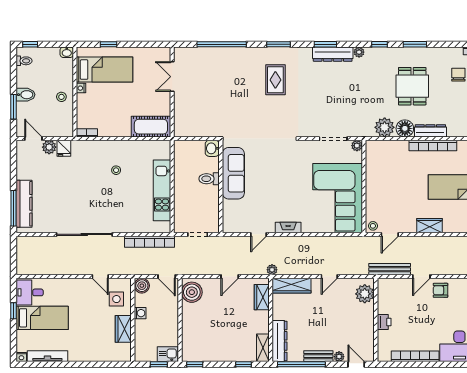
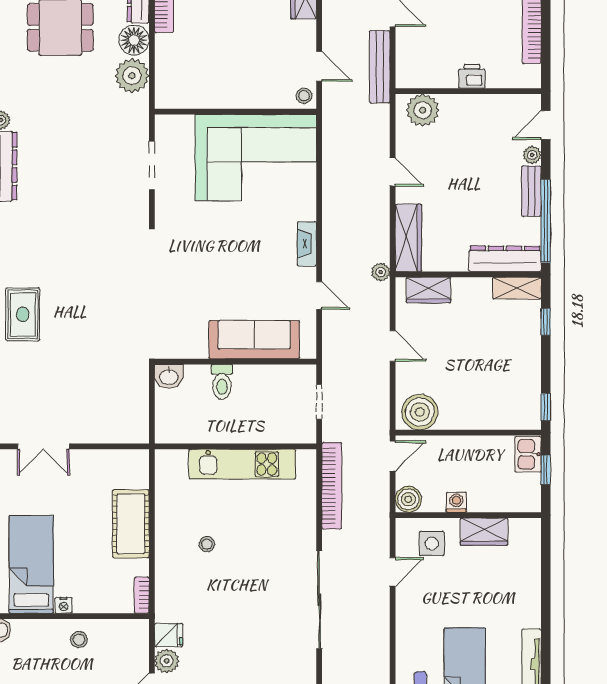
rug: (275, 80) -> (23, 314), moved, turned 90
cot: (151, 127) -> (131, 524), moved
plant: (357, 146) -> (164, 124), removed
sofa: (233, 173) -> (254, 340), moved

